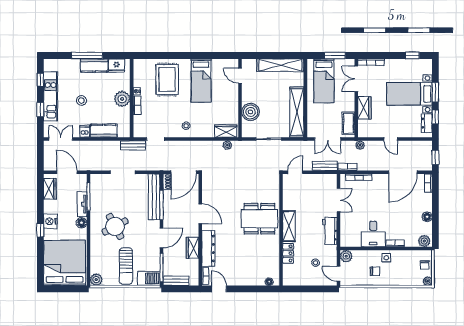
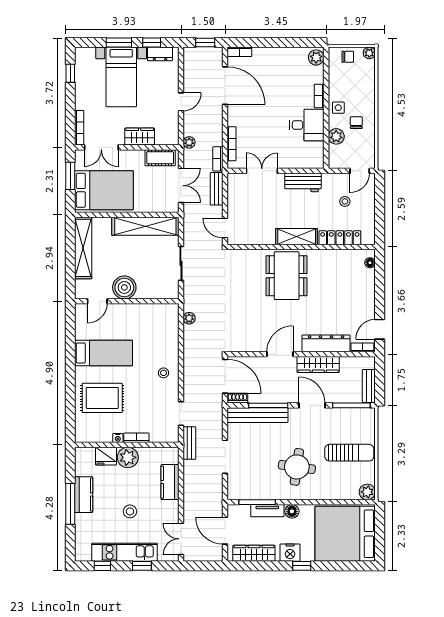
fridge: (116, 66) -> (106, 456), moved, turned 90
bed: (324, 81) -> (104, 190), width x1.50
boiler: (251, 112) -> (124, 287), moved
dishwasher: (85, 131) -> (171, 507), removed
wardrobe: (226, 131) -> (170, 320), removed
door: (67, 172) -> (225, 531), hinge flipped
wardrobe: (50, 189) -> (254, 553), width x1.50
floor lamp: (427, 217) -> (284, 54), removed
round table: (115, 226) -> (297, 467), turned 36
wardrobe: (192, 248) -> (318, 364), width x1.50
locker: (288, 253) -> (340, 238), width x1.53
plant: (346, 256) -> (336, 136), moved
barbecue: (149, 278) -> (366, 422), removed

